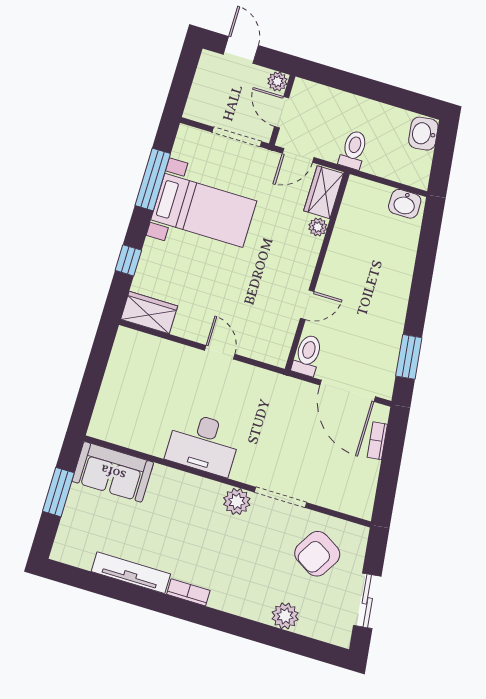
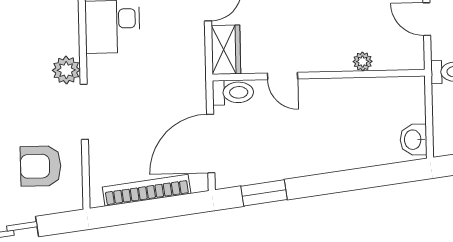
wardrobe: (324, 192) -> (226, 50), moved, turned 90
bookcase: (377, 441) -> (147, 190), width x2.31, depth x1.31
armchair: (317, 554) -> (41, 166), turned -31

